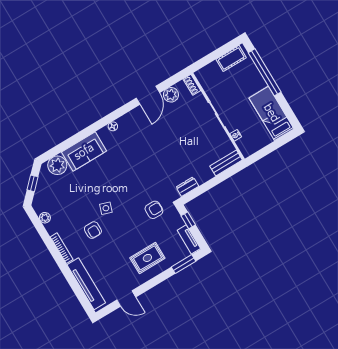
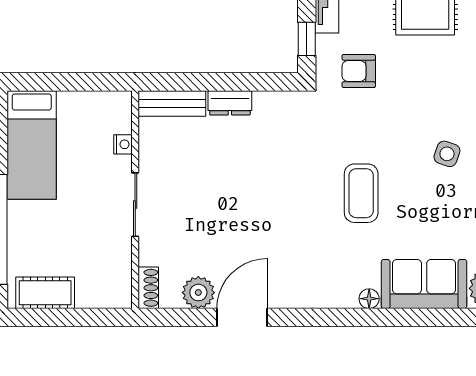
floor lamp: (113, 126) -> (369, 299), moved
coffee table: (130, 172) -> (361, 193), added
dresser: (187, 187) -> (230, 103), moved
armchair: (154, 210) -> (359, 71), moved

